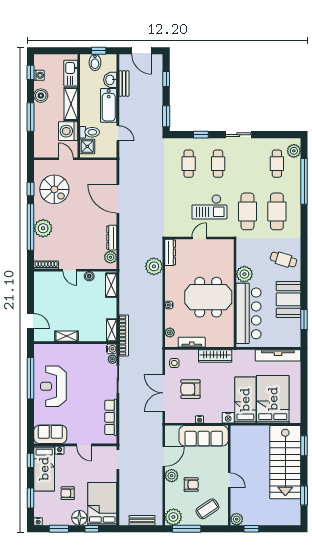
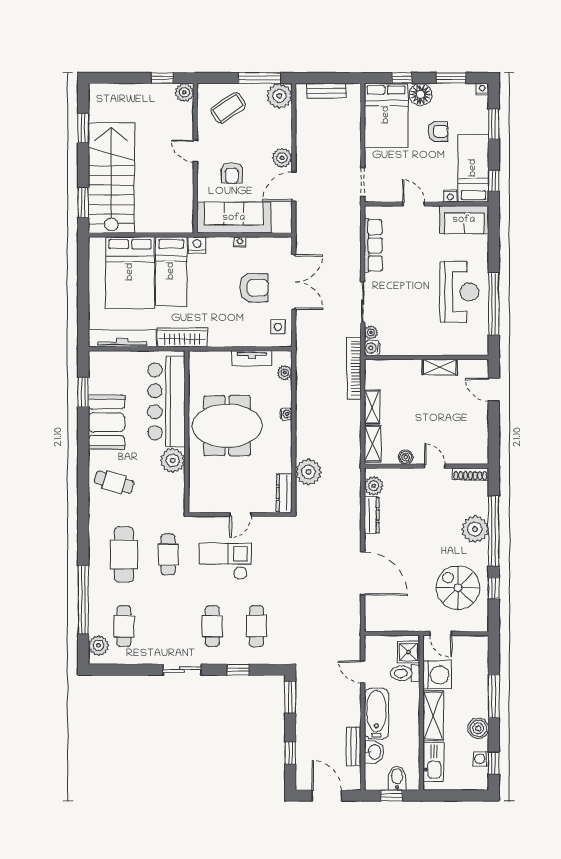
cafe table: (247, 211) -> (168, 554), width x0.73, depth x0.74
shelving: (112, 330) -> (372, 407), moved
wardrobe: (215, 356) -> (182, 338), moved
armchair: (191, 485) -> (232, 173), moved, turned -90

